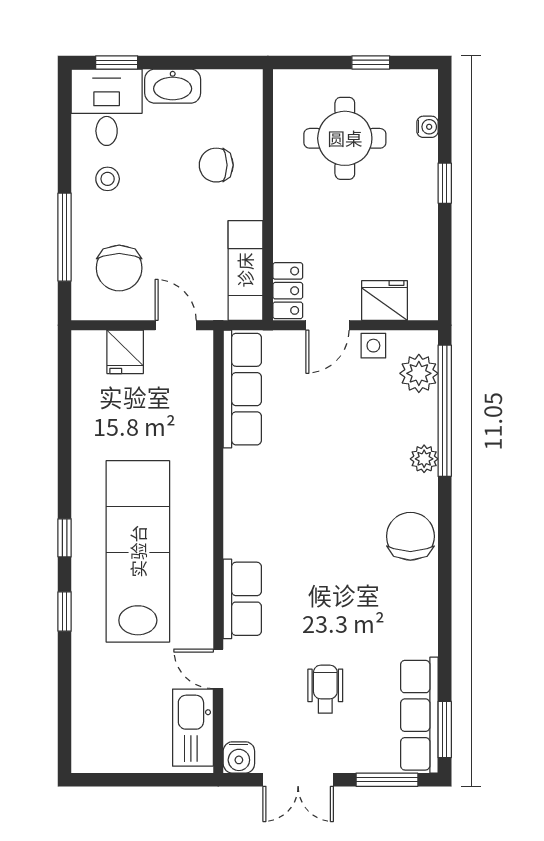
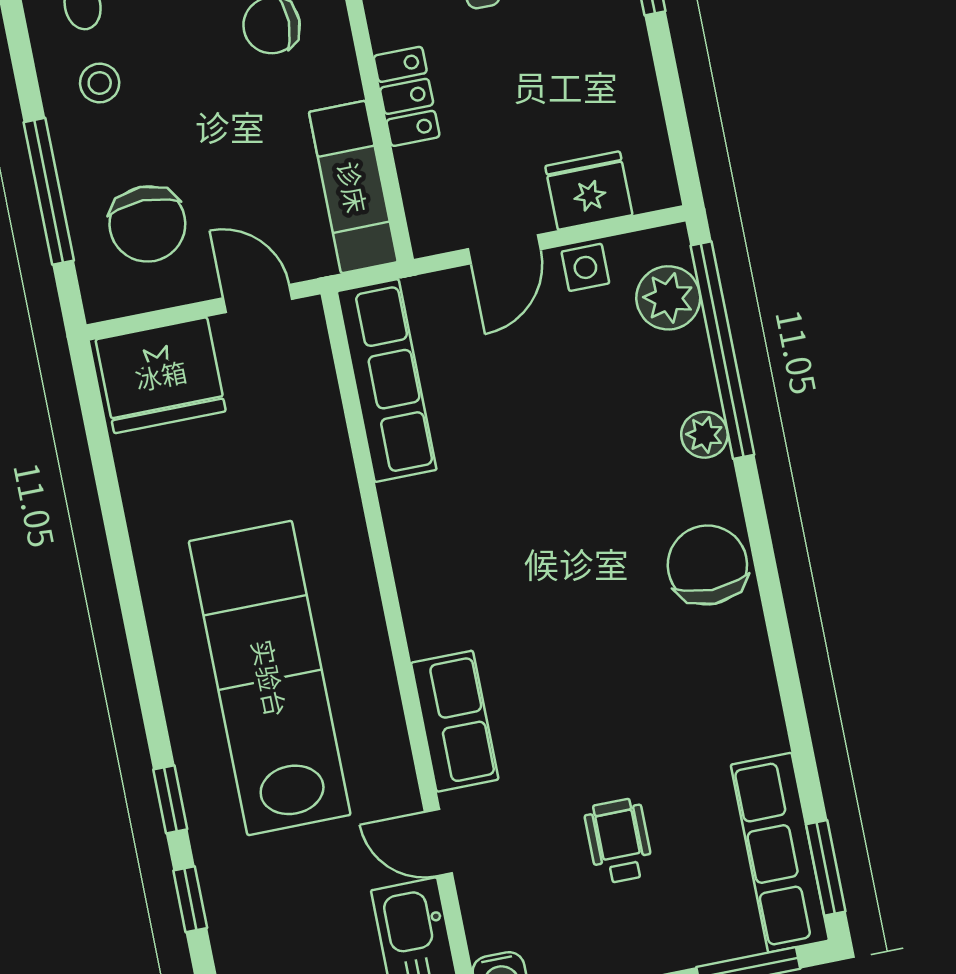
locker: (288, 291) -> (407, 96), moved
fridge: (125, 352) -> (161, 375), width x1.88, depth x1.34
window: (65, 538) -> (190, 899), moved

